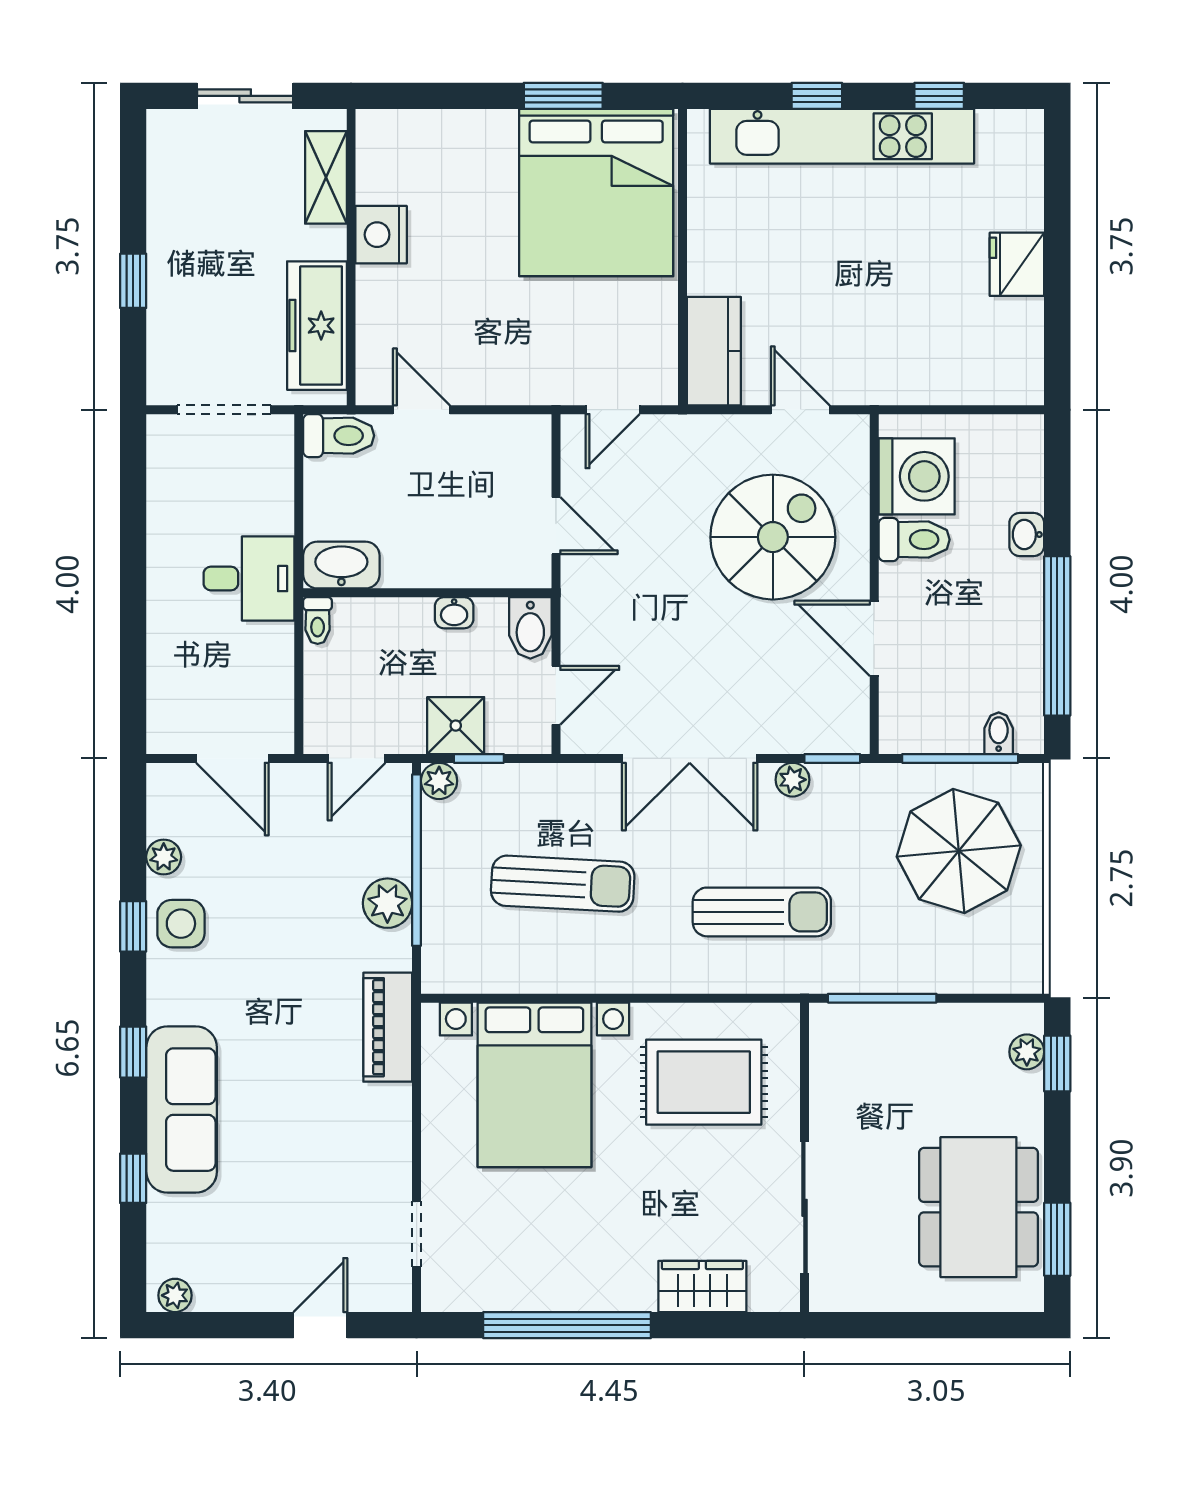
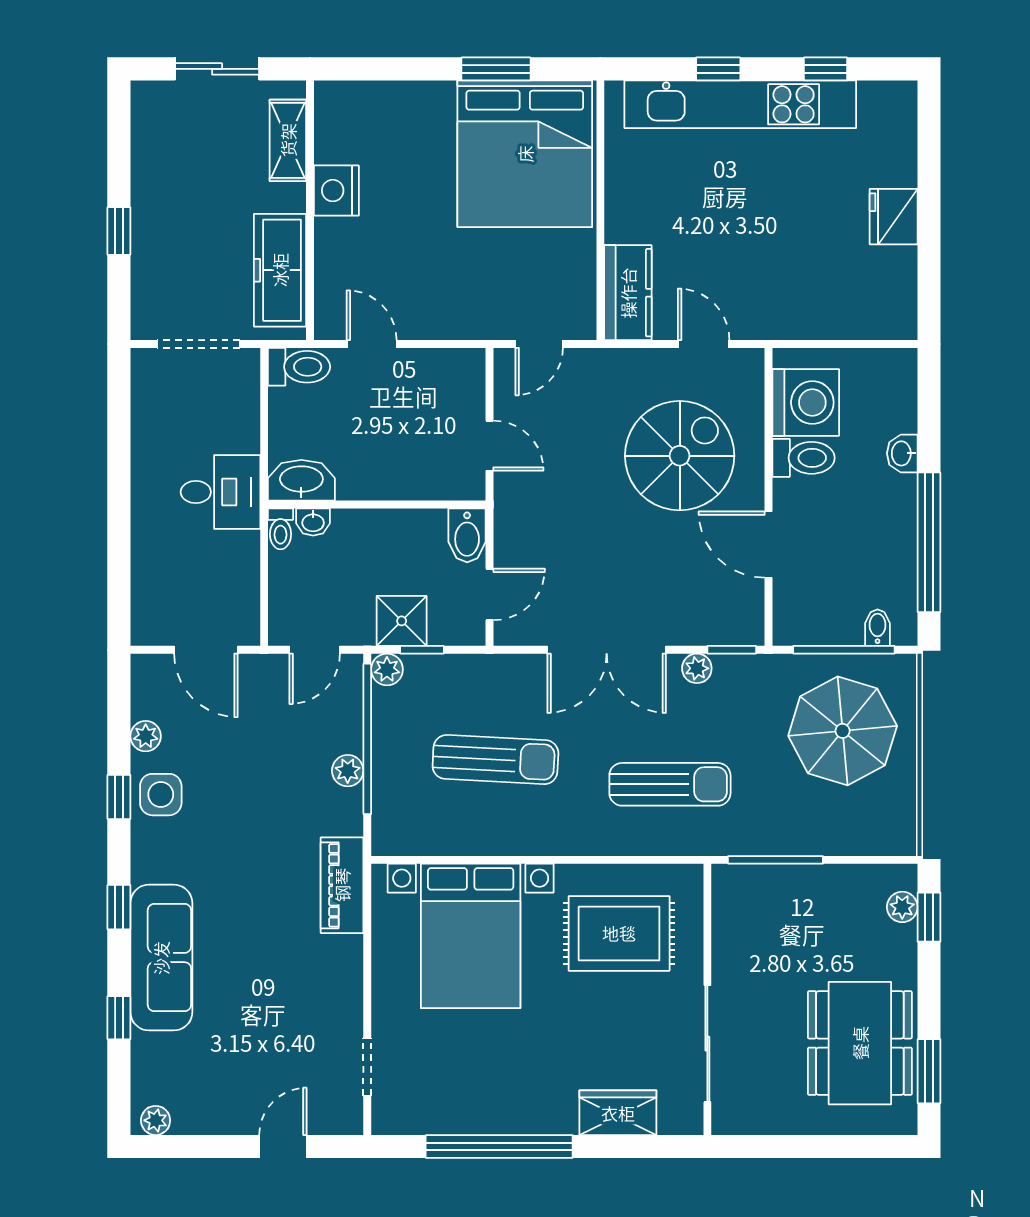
washbasin: (454, 613) -> (313, 522), moved
plant: (387, 903) -> (348, 771), width x0.73, depth x0.73

